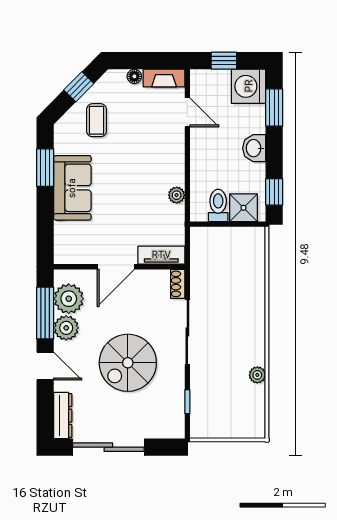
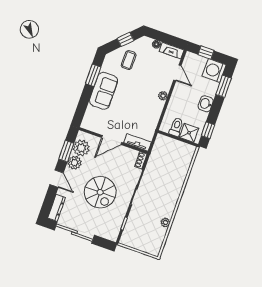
plant: (177, 195) -> (163, 96), moved
window: (45, 313) -> (66, 151), width x0.69
spiral stairs: (128, 363) -> (100, 192), turned -90

